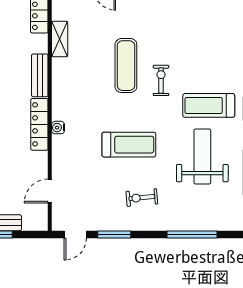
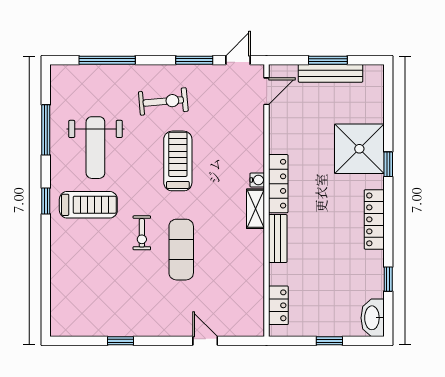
shelving: (60, 39) -> (255, 209), moved
treadmill: (129, 145) -> (178, 161), turned 90
door: (50, 191) -> (267, 91), moved
exercise bike: (142, 198) -> (163, 101), width x1.38, depth x1.39

